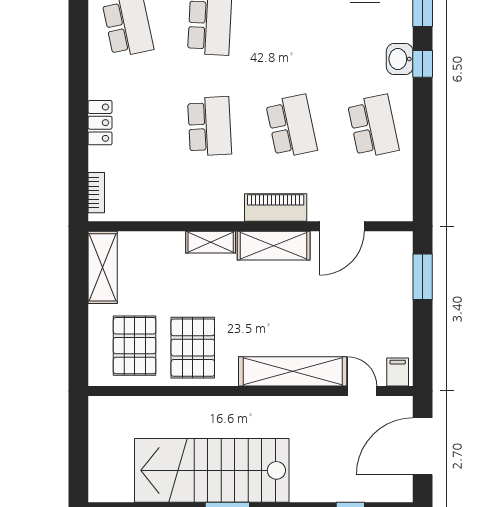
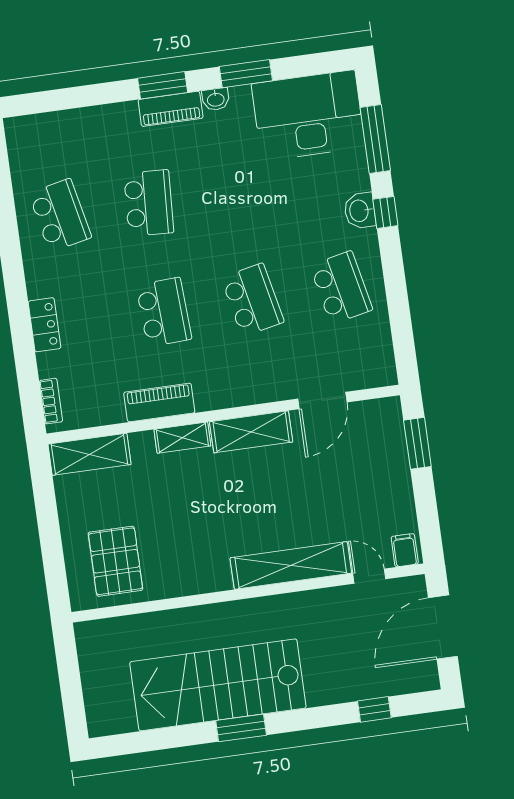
piano: (276, 207) -> (159, 402), moved
shelving: (103, 267) -> (89, 454), moved, turned 90
pallet: (193, 348) -> (179, 555), removed

